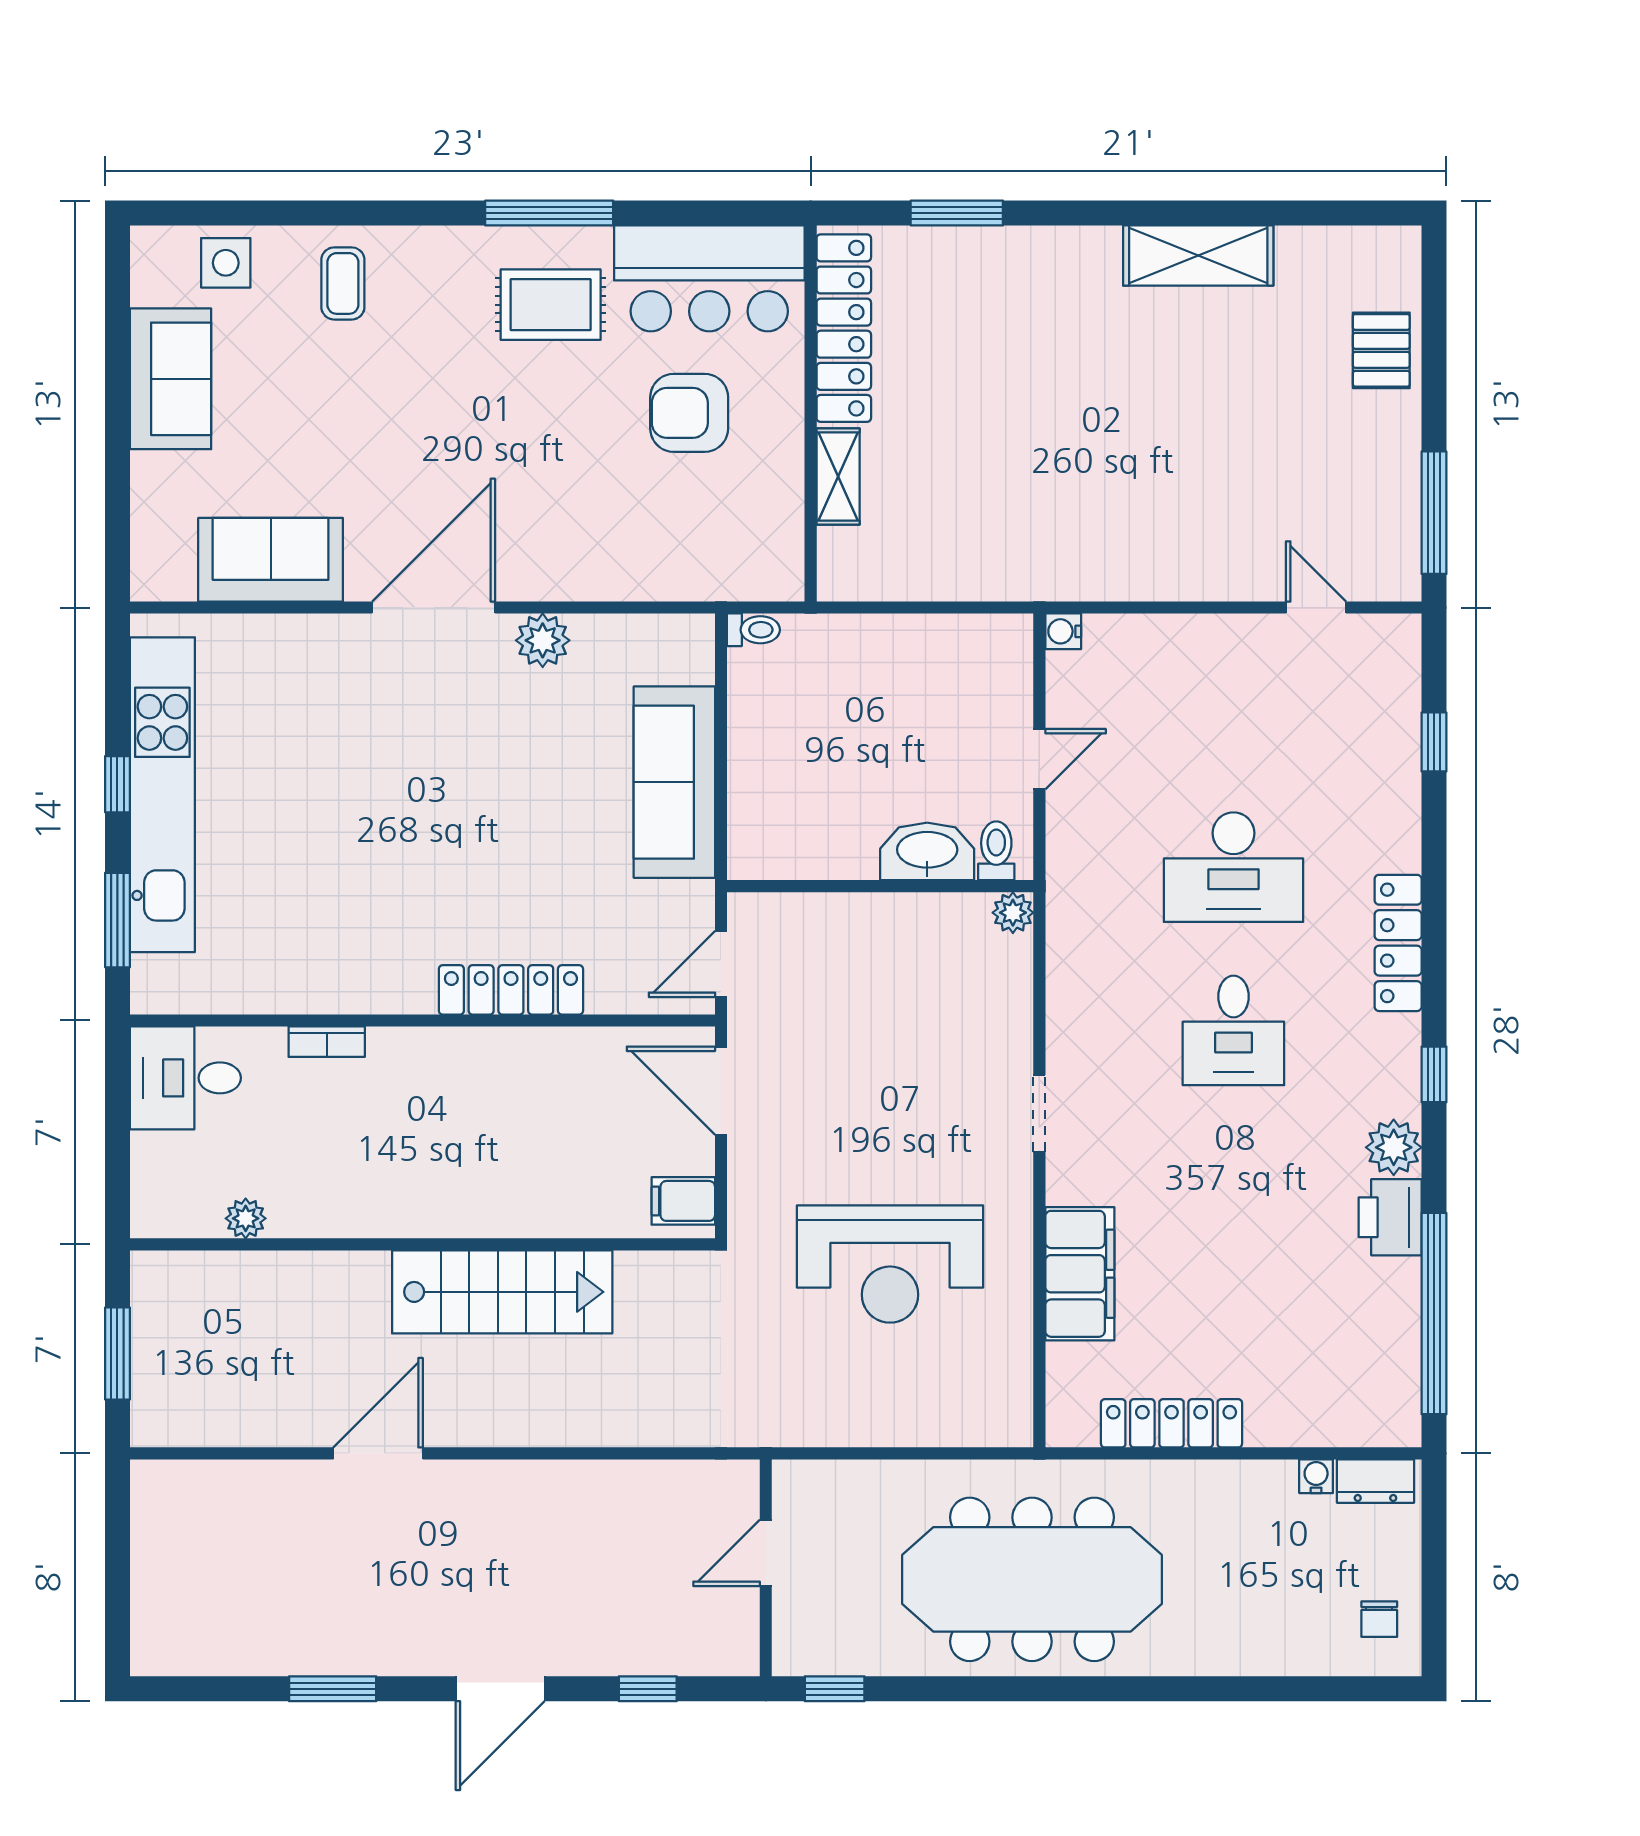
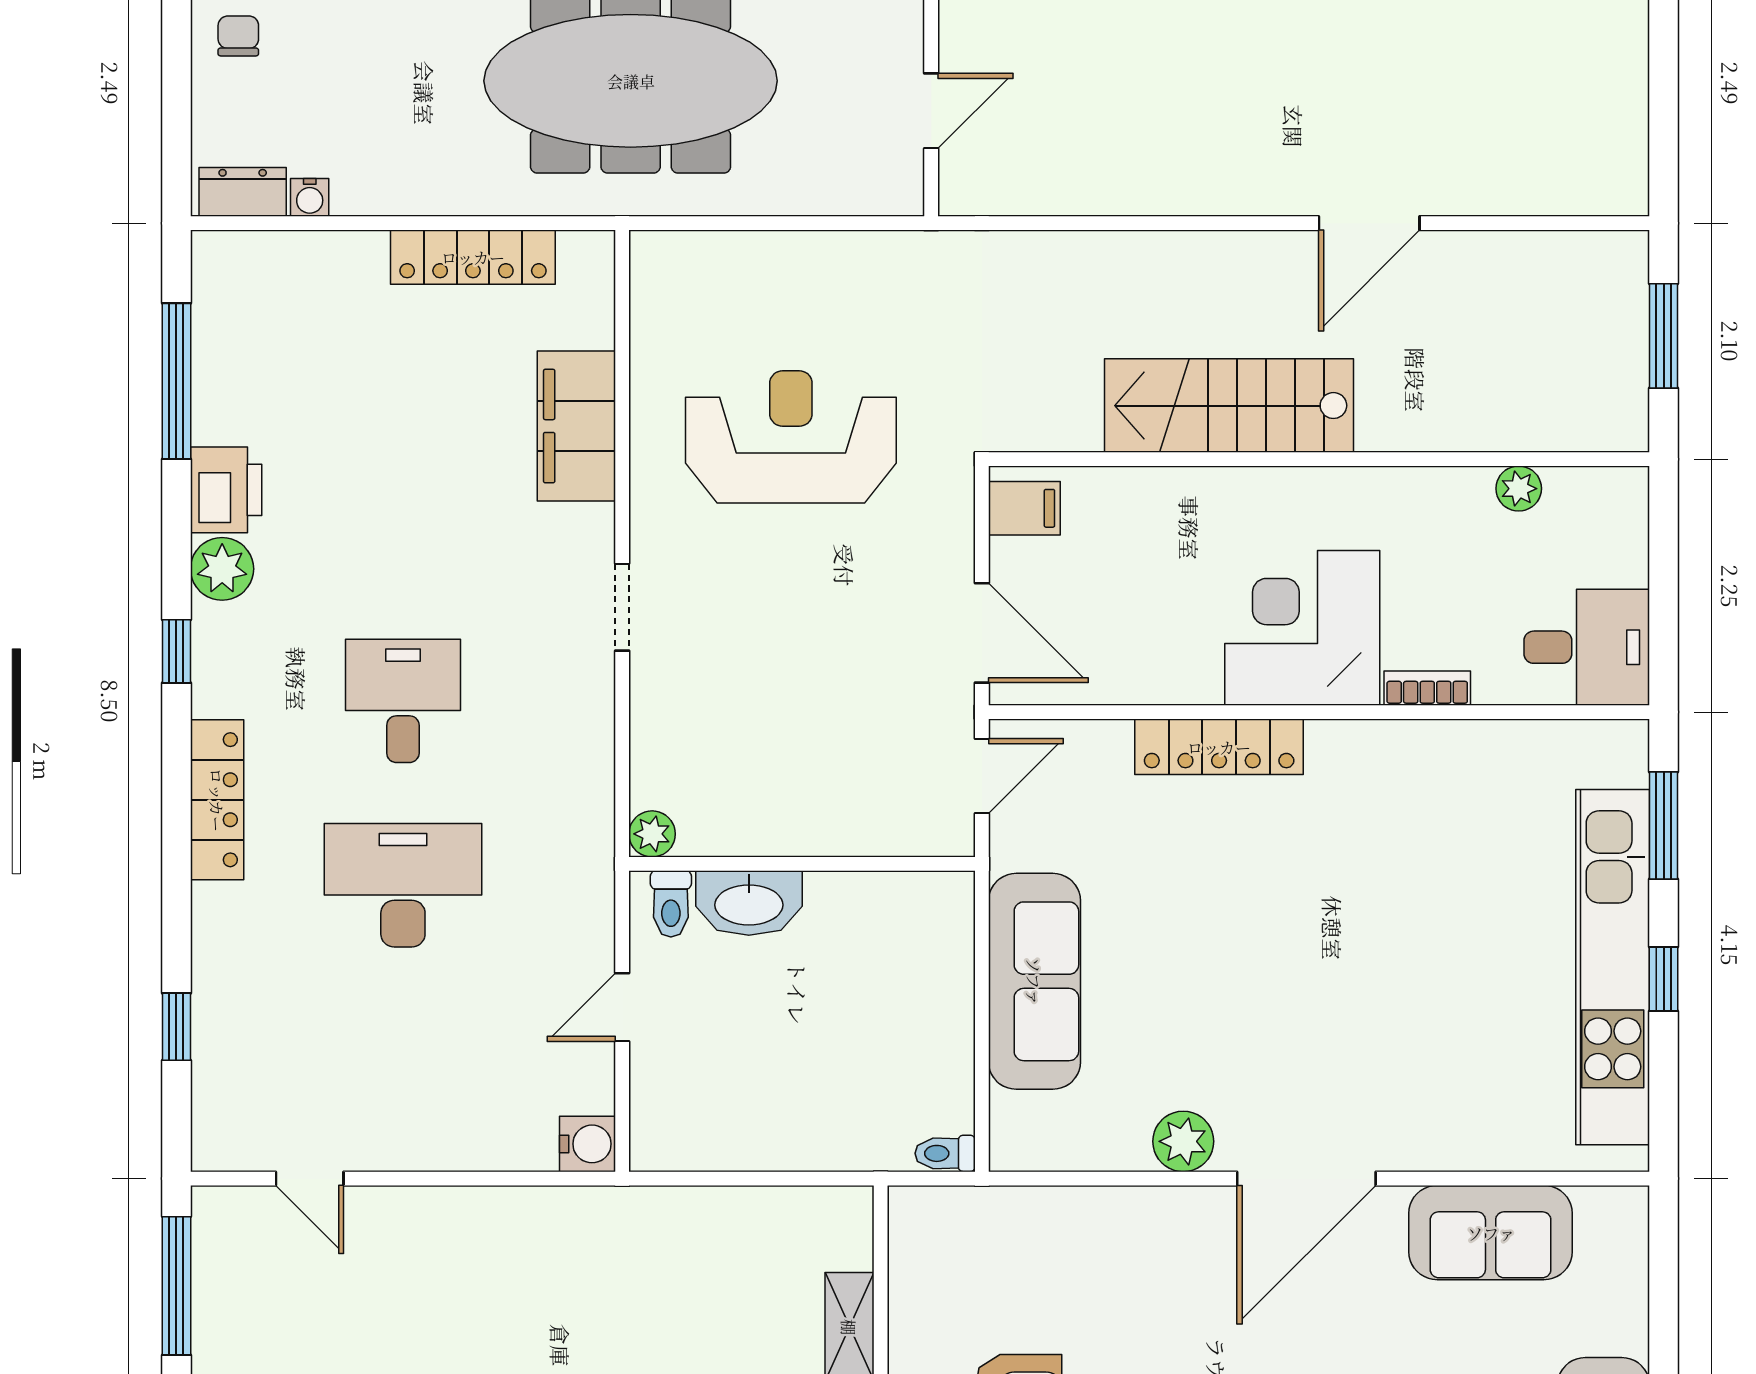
water cooler: (1063, 631) -> (588, 1144), width x1.38, depth x1.38
corner desk: (437, 1095) -> (1302, 628), added
window: (1434, 1314) -> (176, 381), width x0.68

